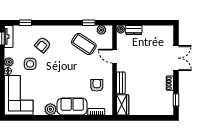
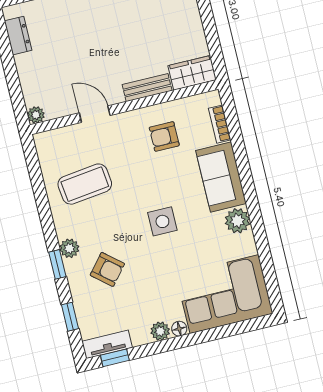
window: (89, 23) -> (57, 264), moved
plant: (101, 30) -> (69, 248), moved
dresser: (134, 30) -> (18, 36), moved
coffee table: (84, 44) -> (85, 184), turned 50
door: (115, 56) -> (95, 114), swing flipped
side table: (30, 64) -> (162, 221), moved

